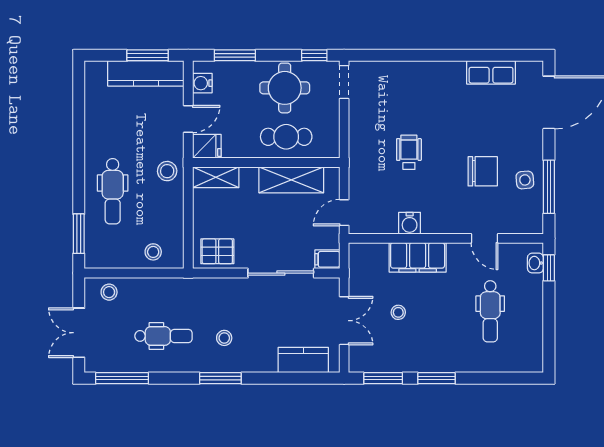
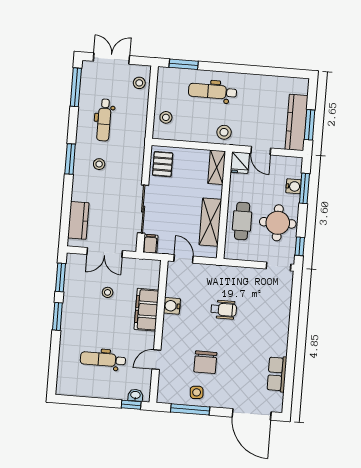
water cooler: (202, 83) -> (293, 186), moved, turned 90

